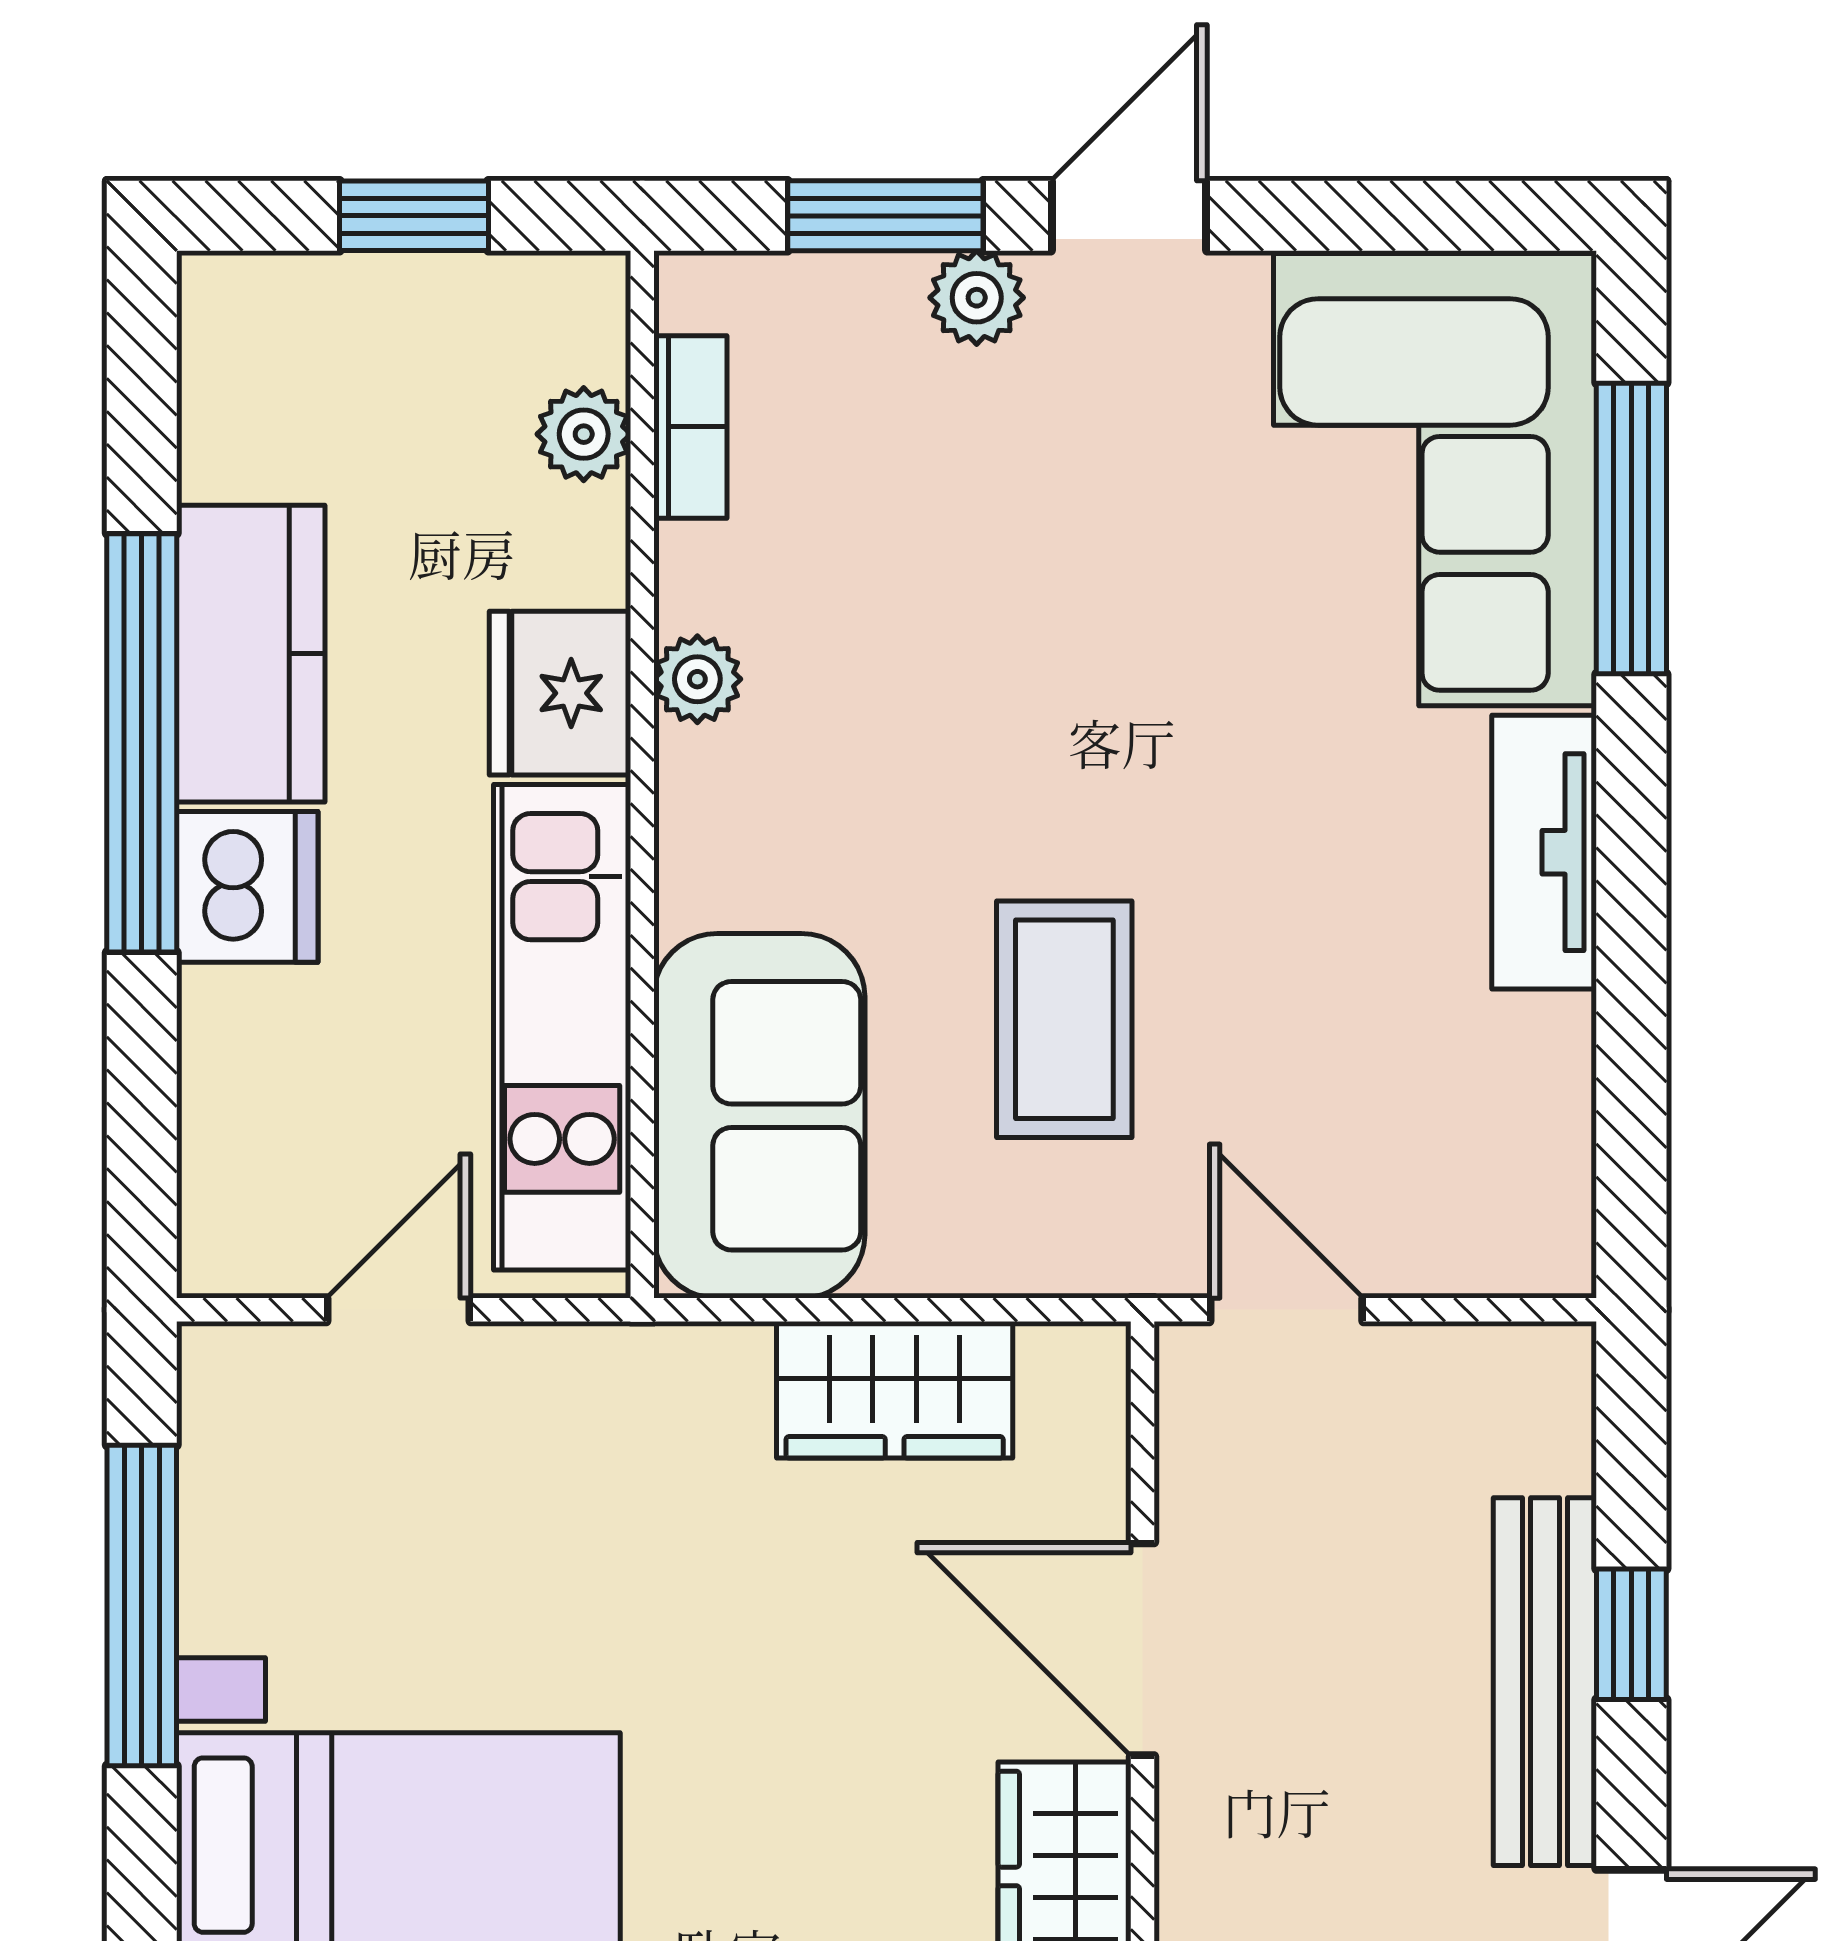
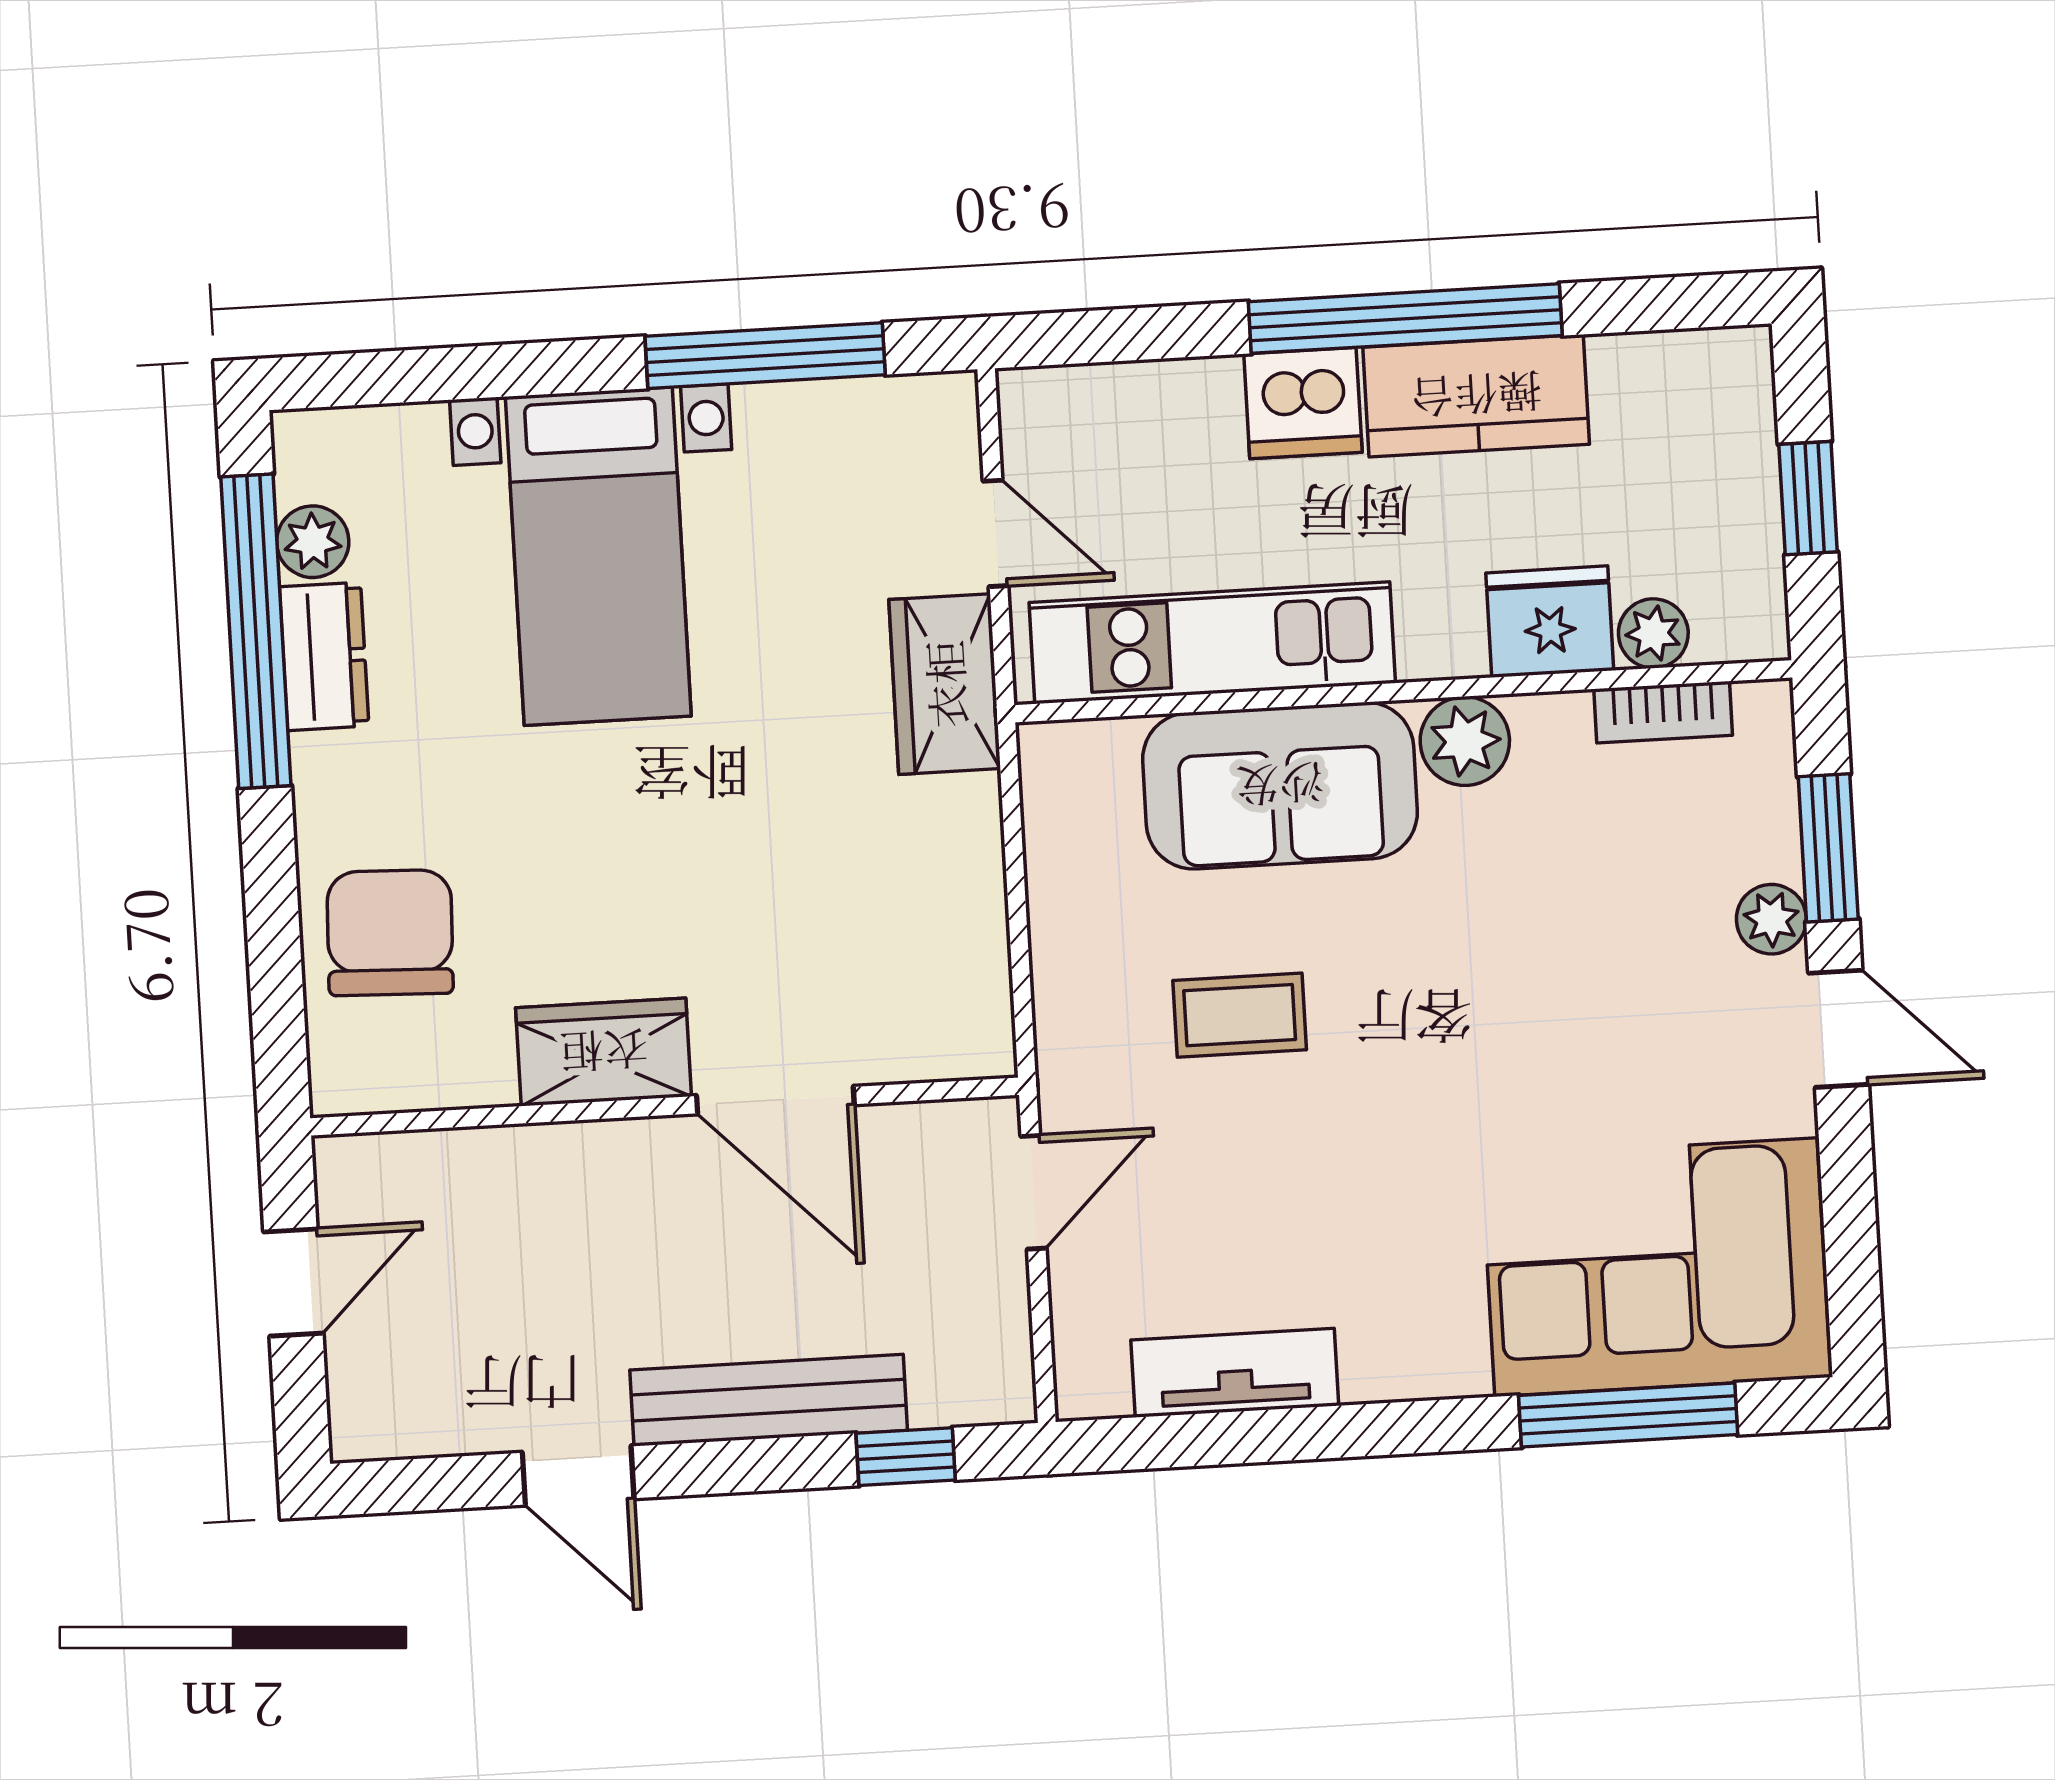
plant: (697, 679) -> (1465, 741), width x1.38, depth x1.38
fridge: (560, 693) -> (1550, 622), moved
tv unit: (1544, 852) -> (1235, 1373), moved
coffee table: (1064, 1019) -> (1240, 1015), width x0.73, depth x0.77
sofa: (759, 1116) -> (1280, 786), moved
wardrobe: (895, 1390) -> (945, 684), moved
window: (1631, 1634) -> (906, 1457), moved
door: (1143, 1649) -> (775, 1100), swing flipped

